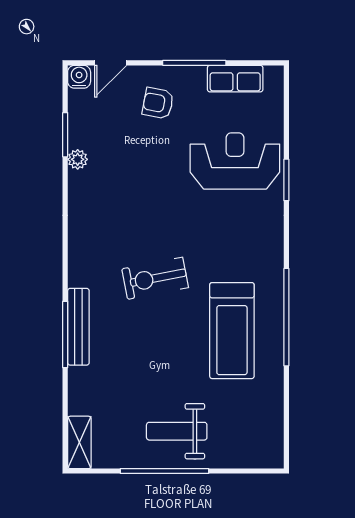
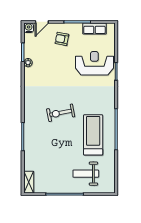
bench: (78, 327) -> (28, 133), removed
treadmill: (232, 331) -> (93, 135), turned 180
weight bench: (177, 431) -> (86, 174), moved

